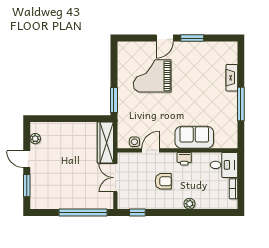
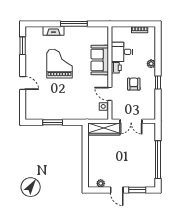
window: (192, 38) -> (23, 46), moved
grand piano: (152, 76) -> (60, 64), moved, turned 180
window: (114, 100) -> (53, 122), moved
door: (27, 159) -> (117, 190), hinge flipped
desk: (224, 165) -> (122, 52), moved, turned -90
window: (83, 212) -> (158, 160), moved
window: (137, 212) -> (158, 82), moved

